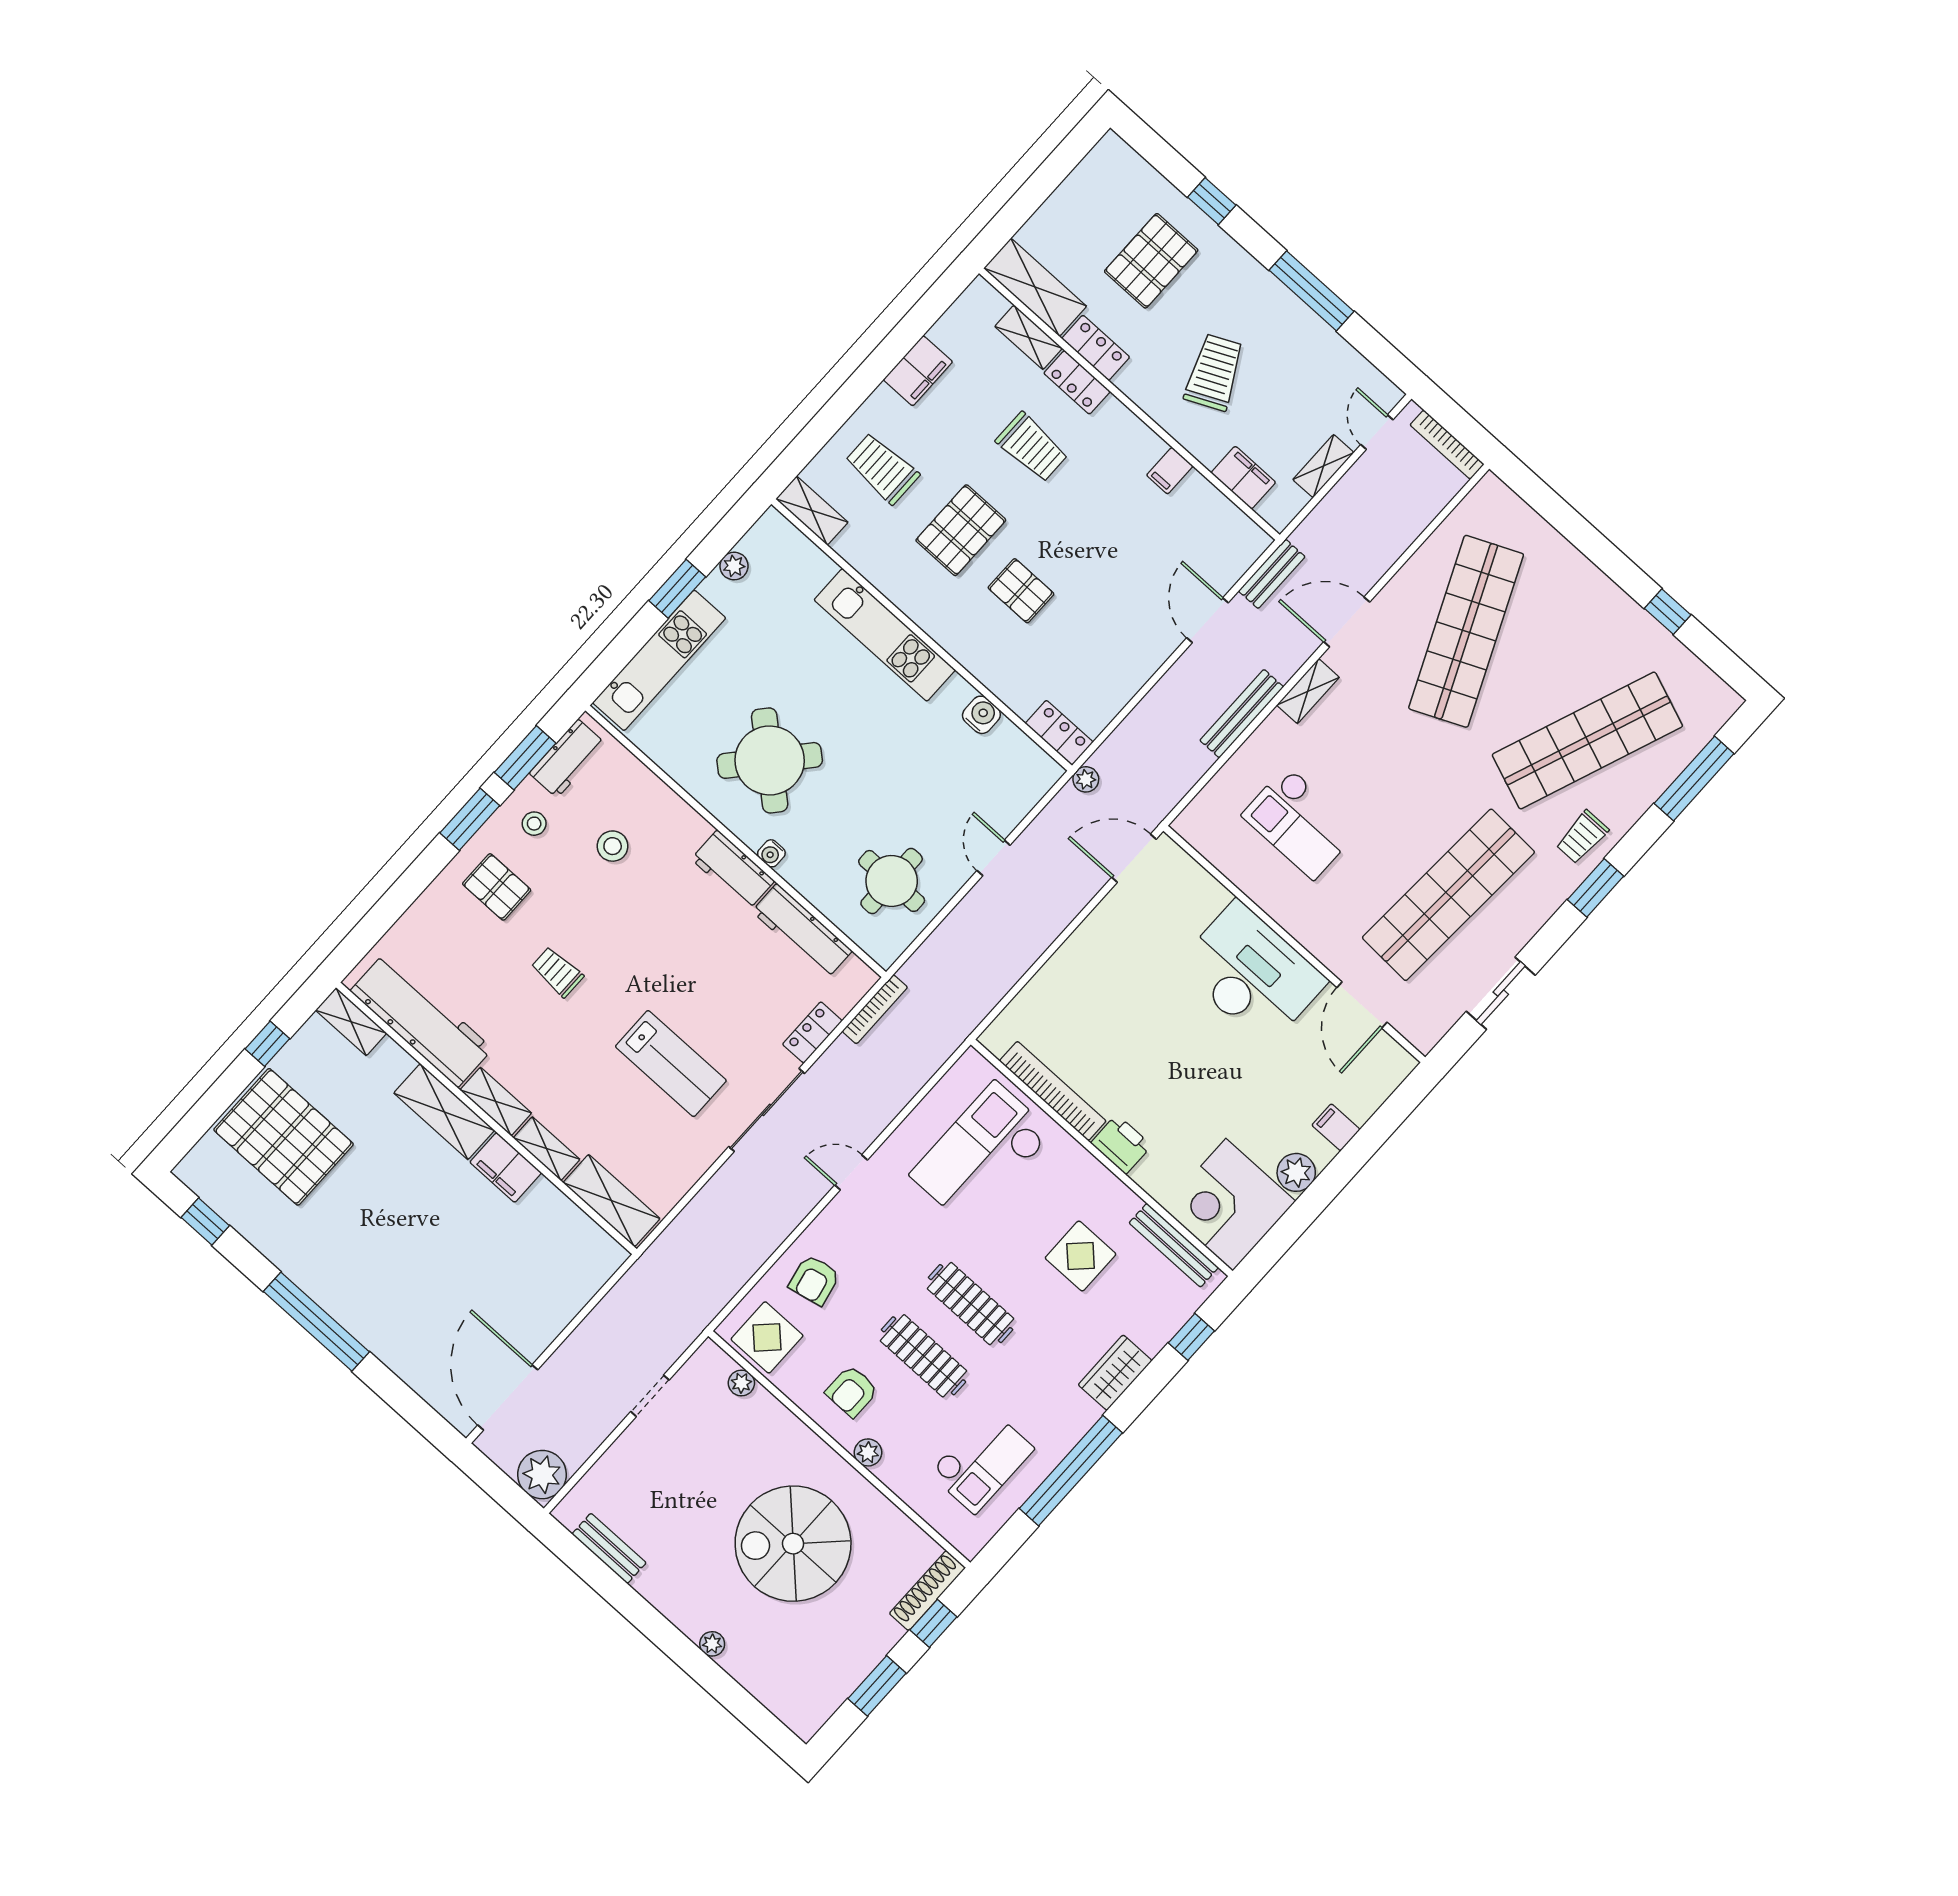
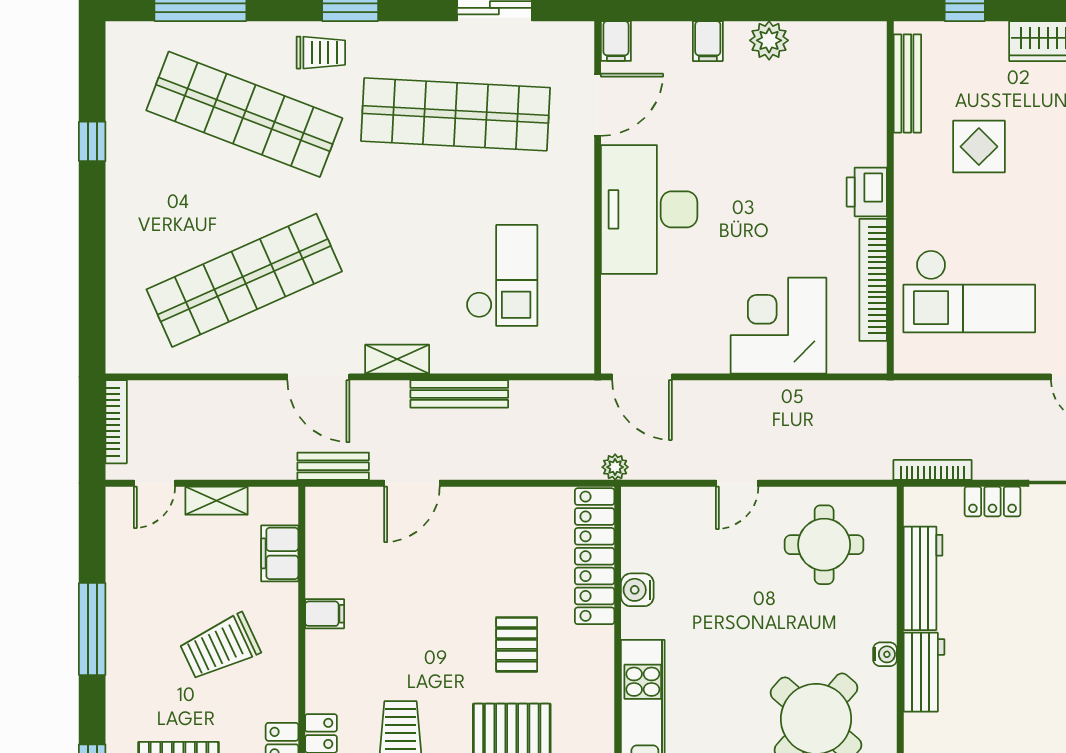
locker: (1059, 733) -> (595, 556), width x2.16, depth x1.21
filing cabinet: (1396, 1060) -> (616, 41), added
corner desk: (1229, 1205) -> (779, 326), moved, turned 180

